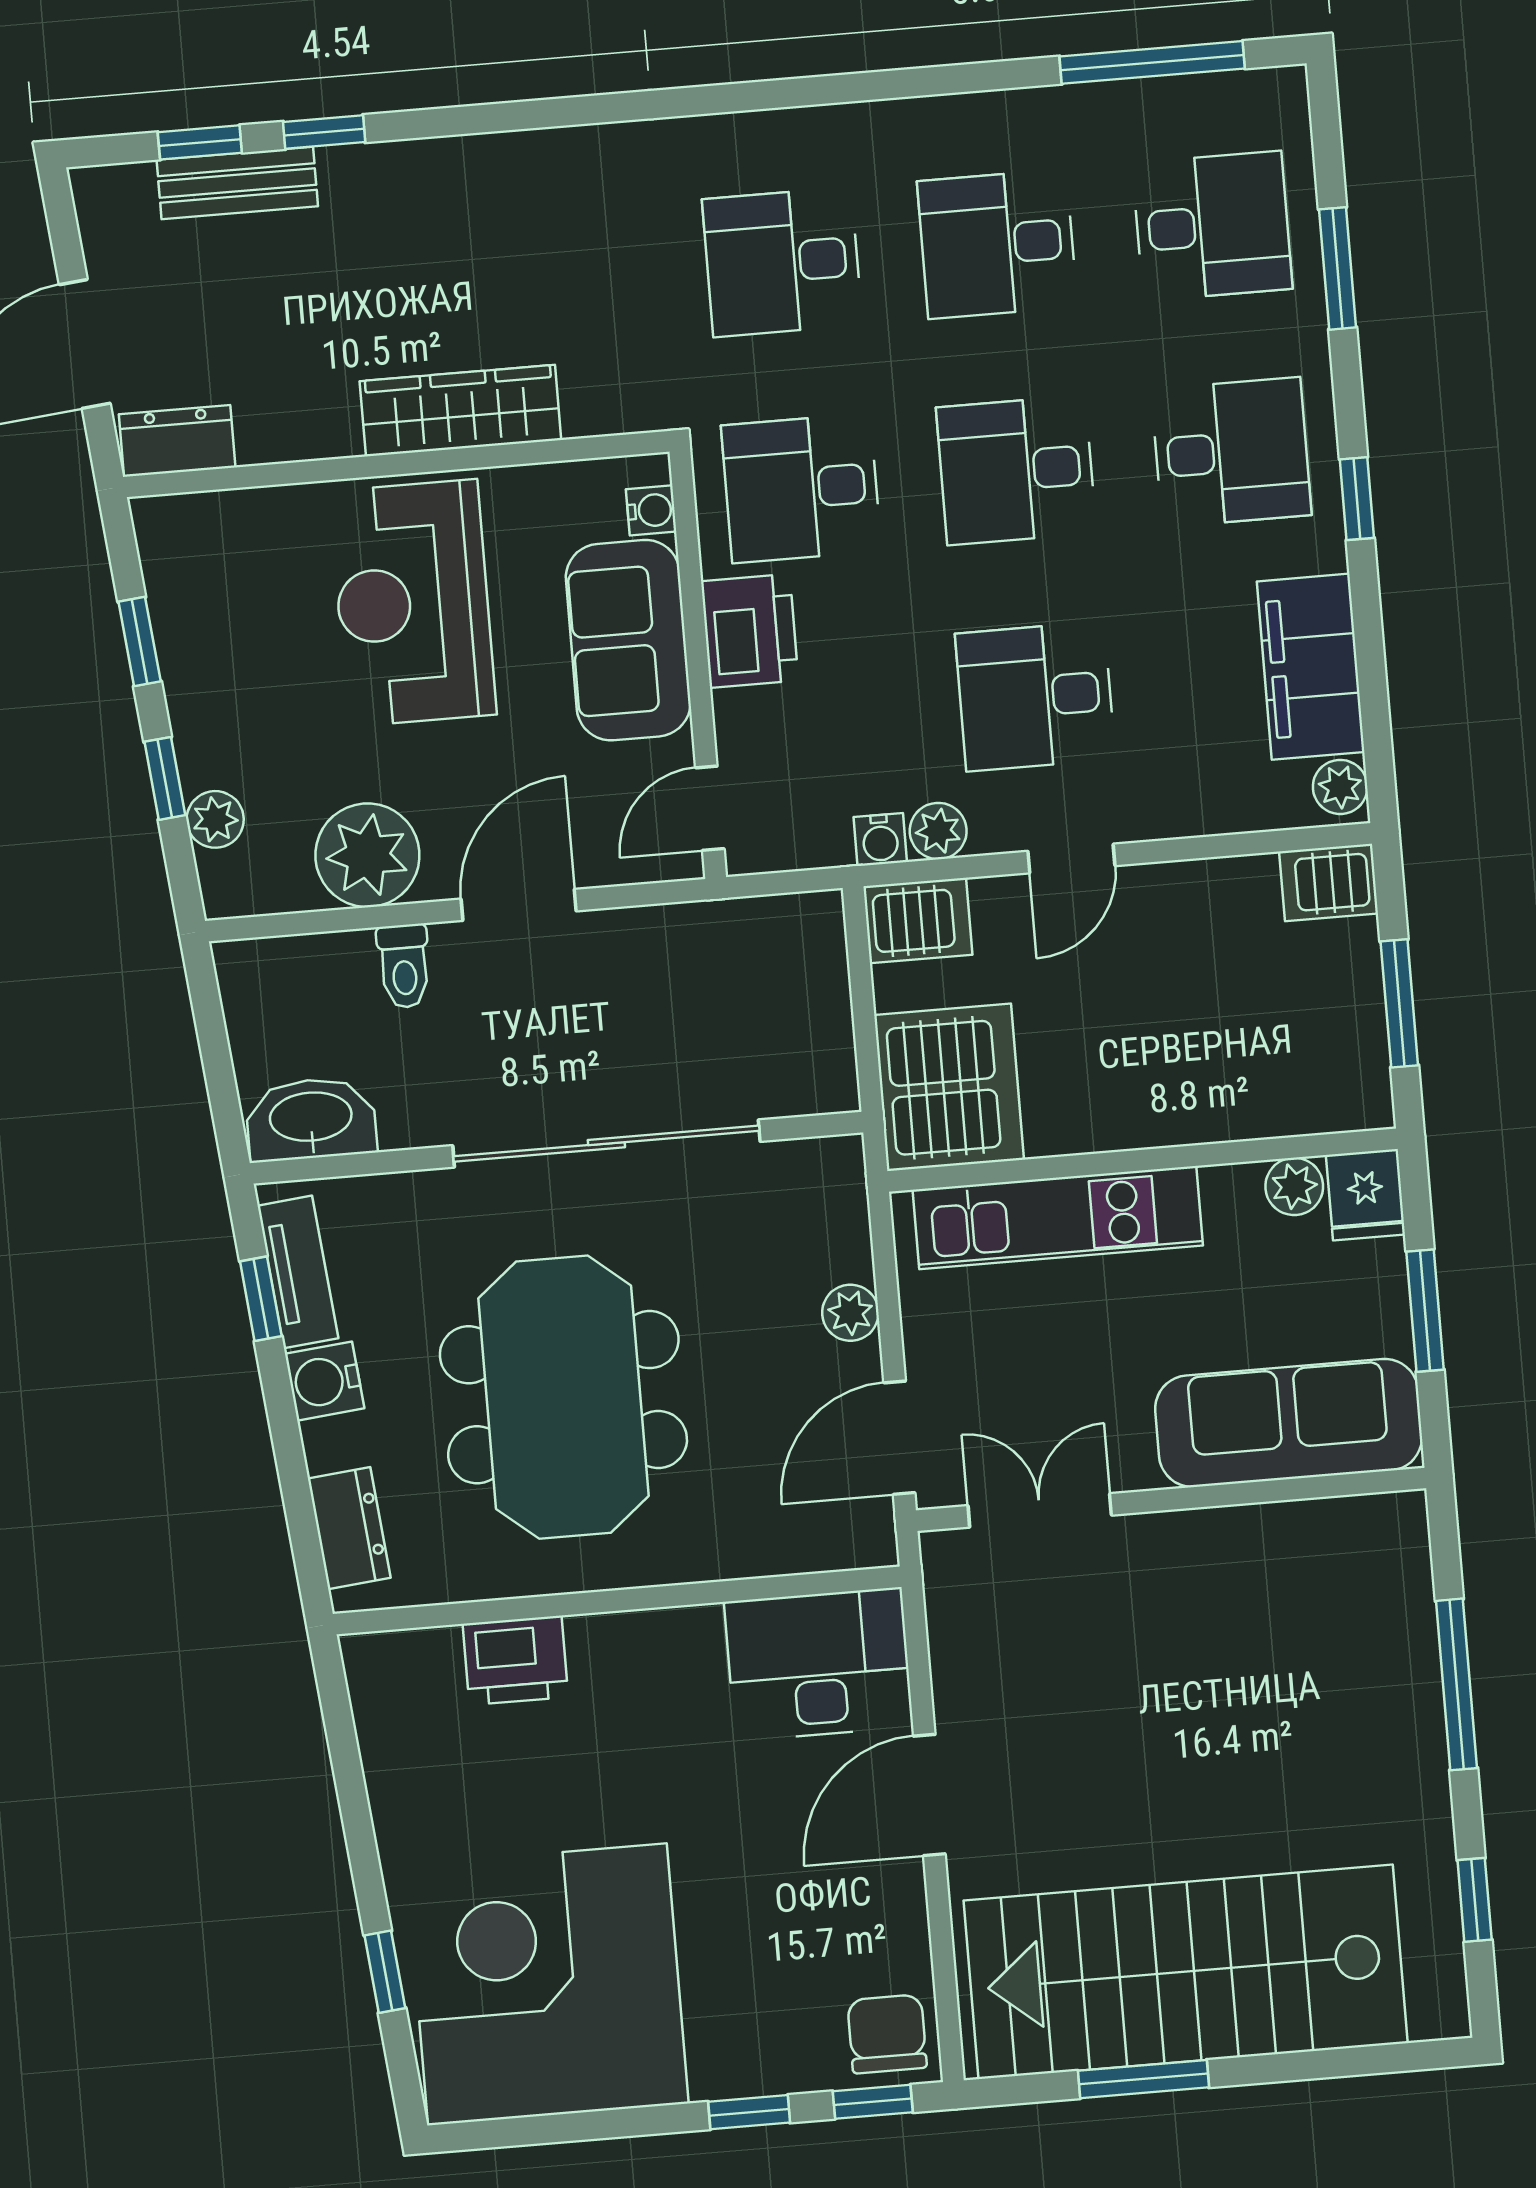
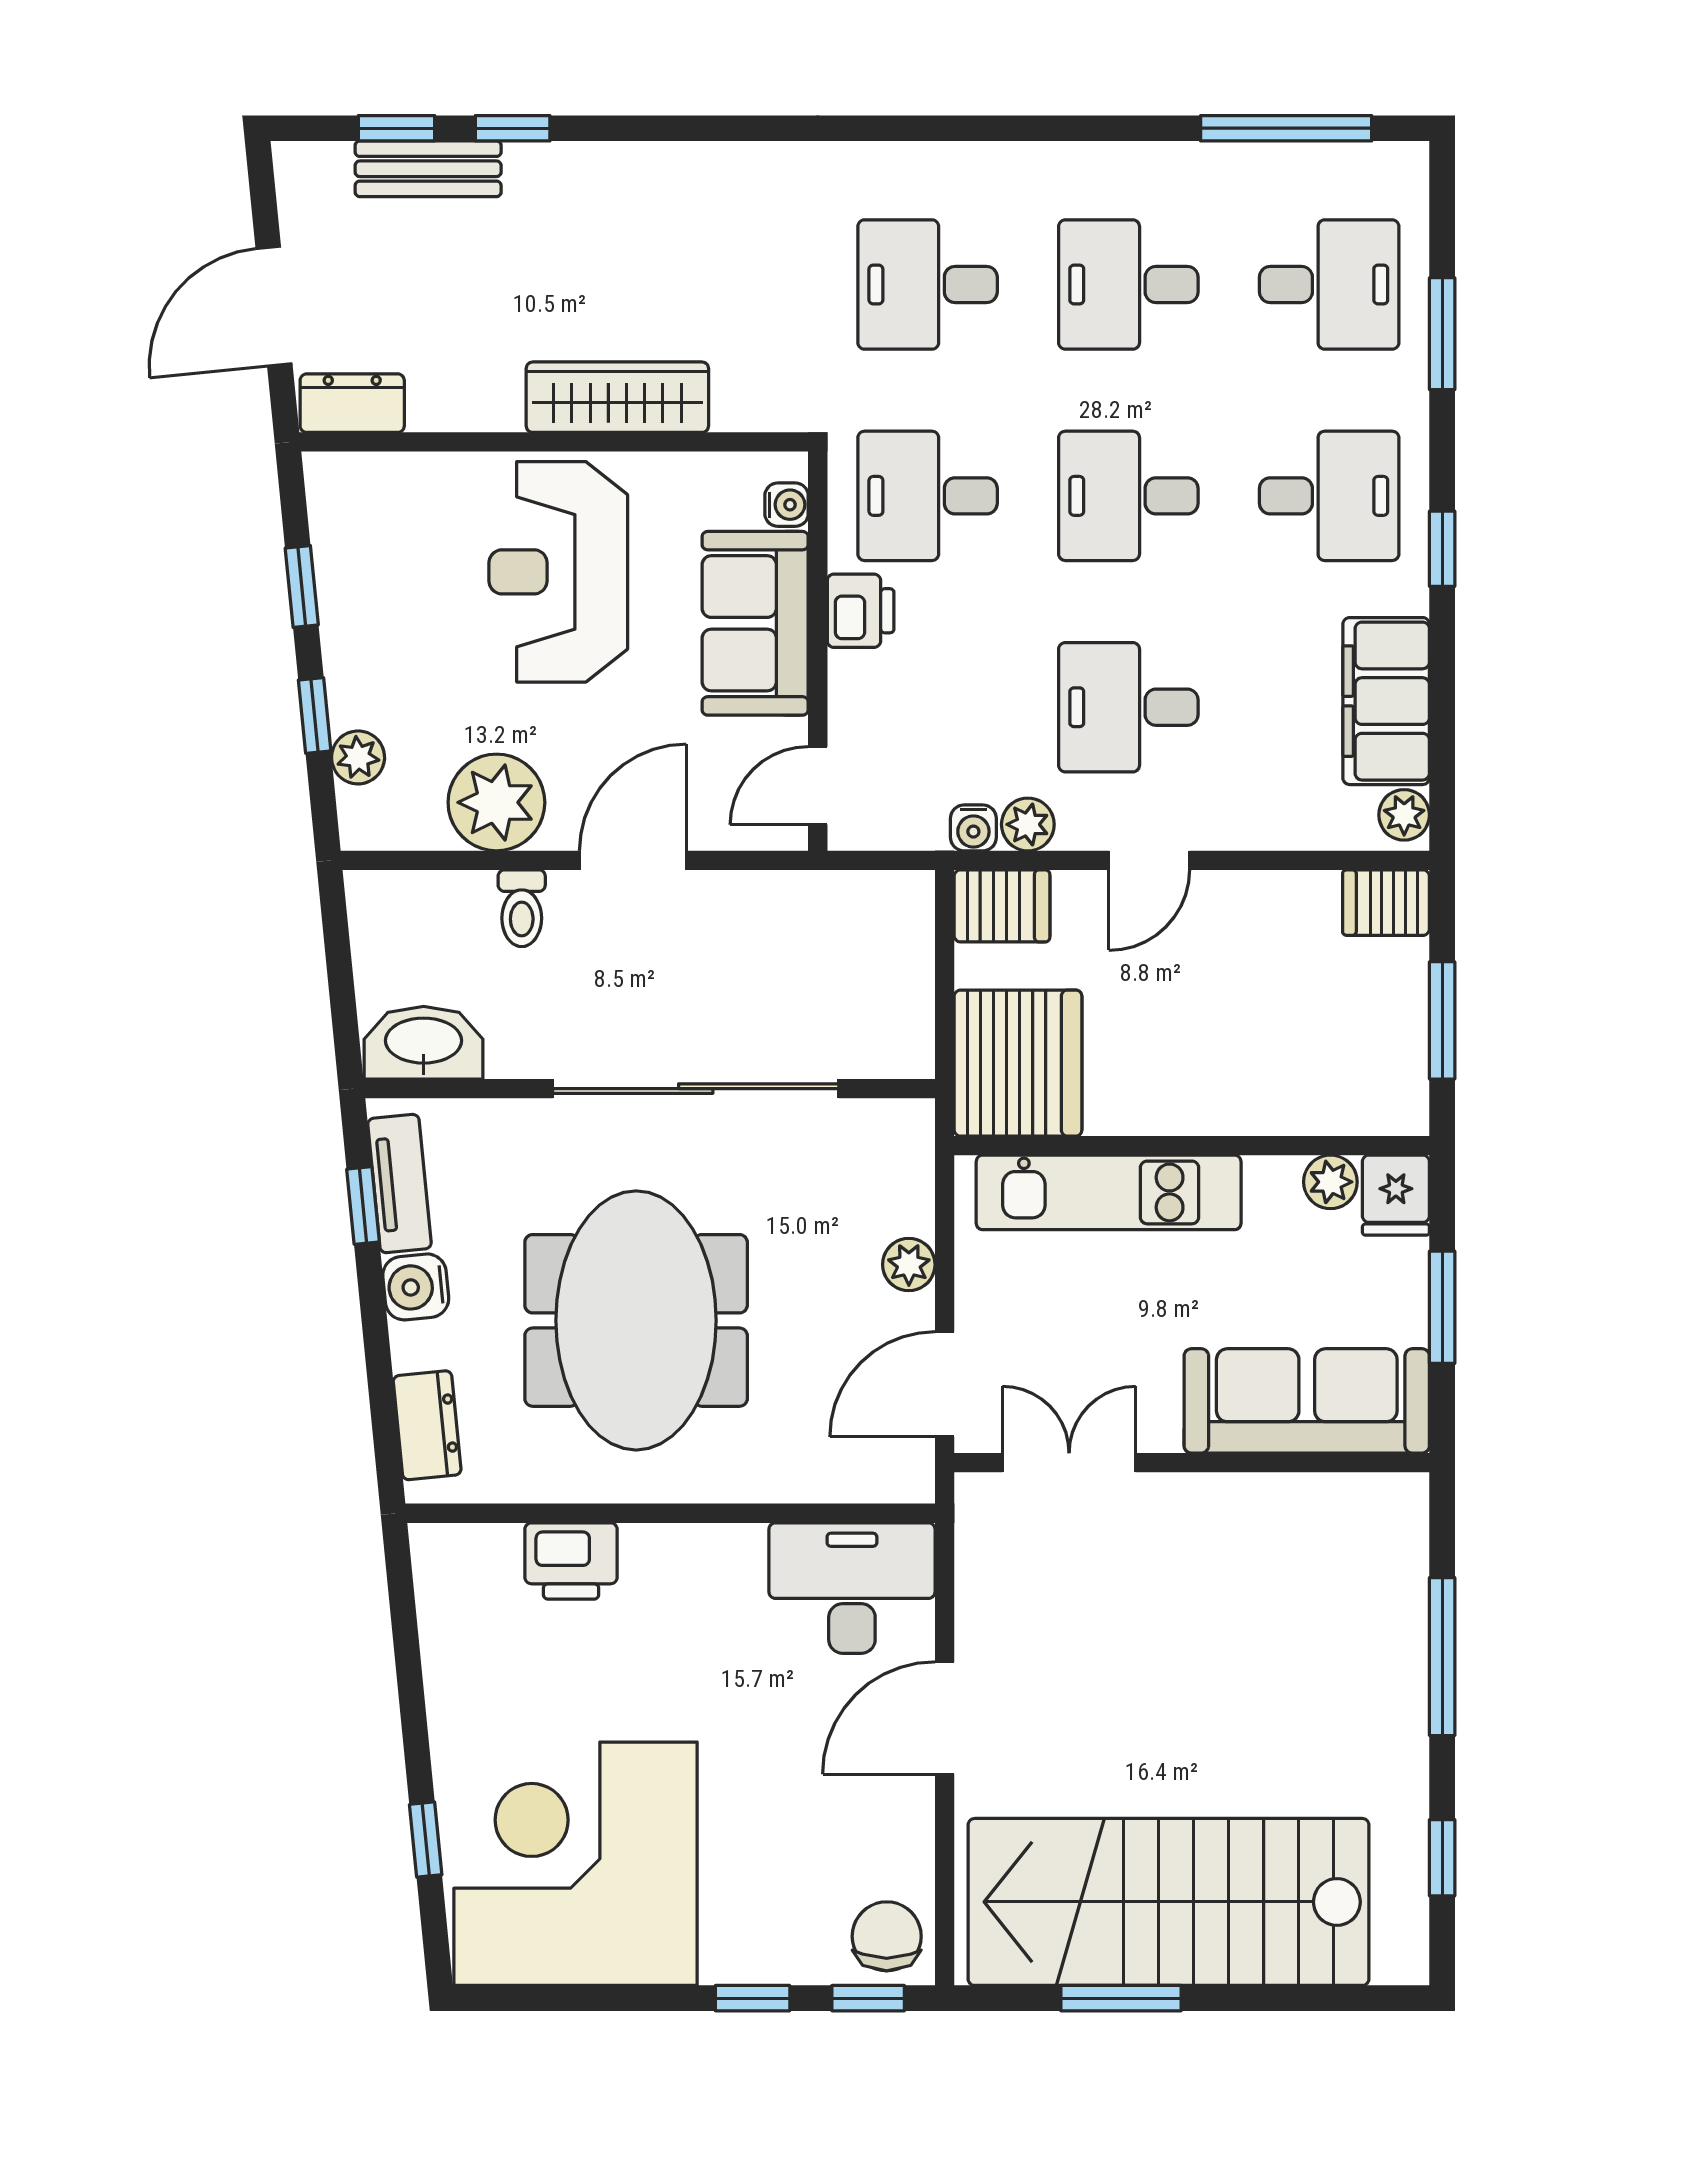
printer: (750, 631) -> (861, 611), width x0.73, depth x0.81

